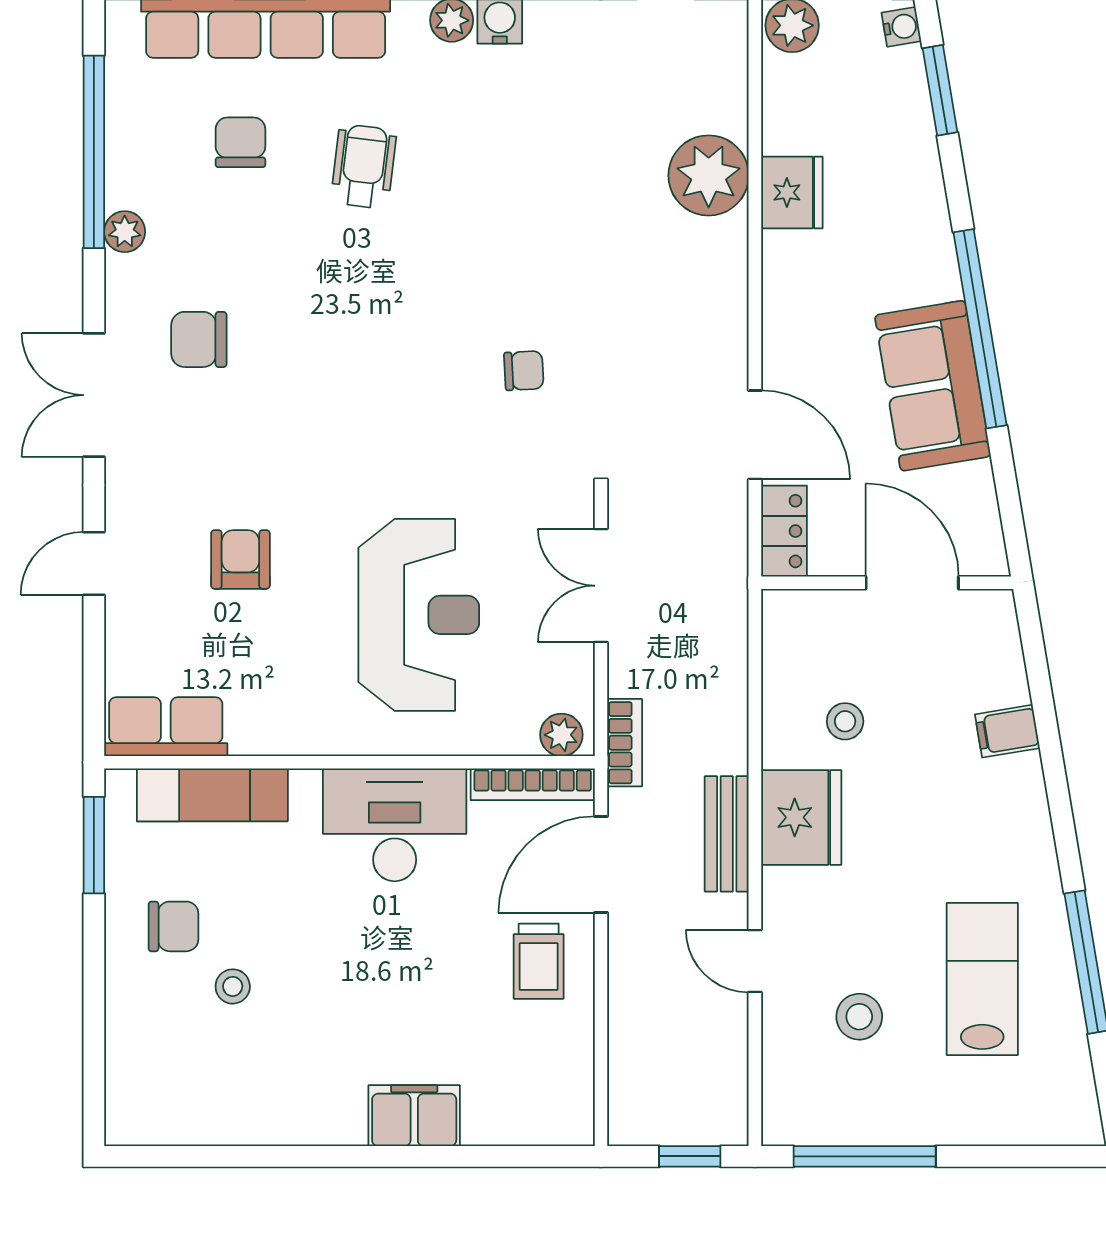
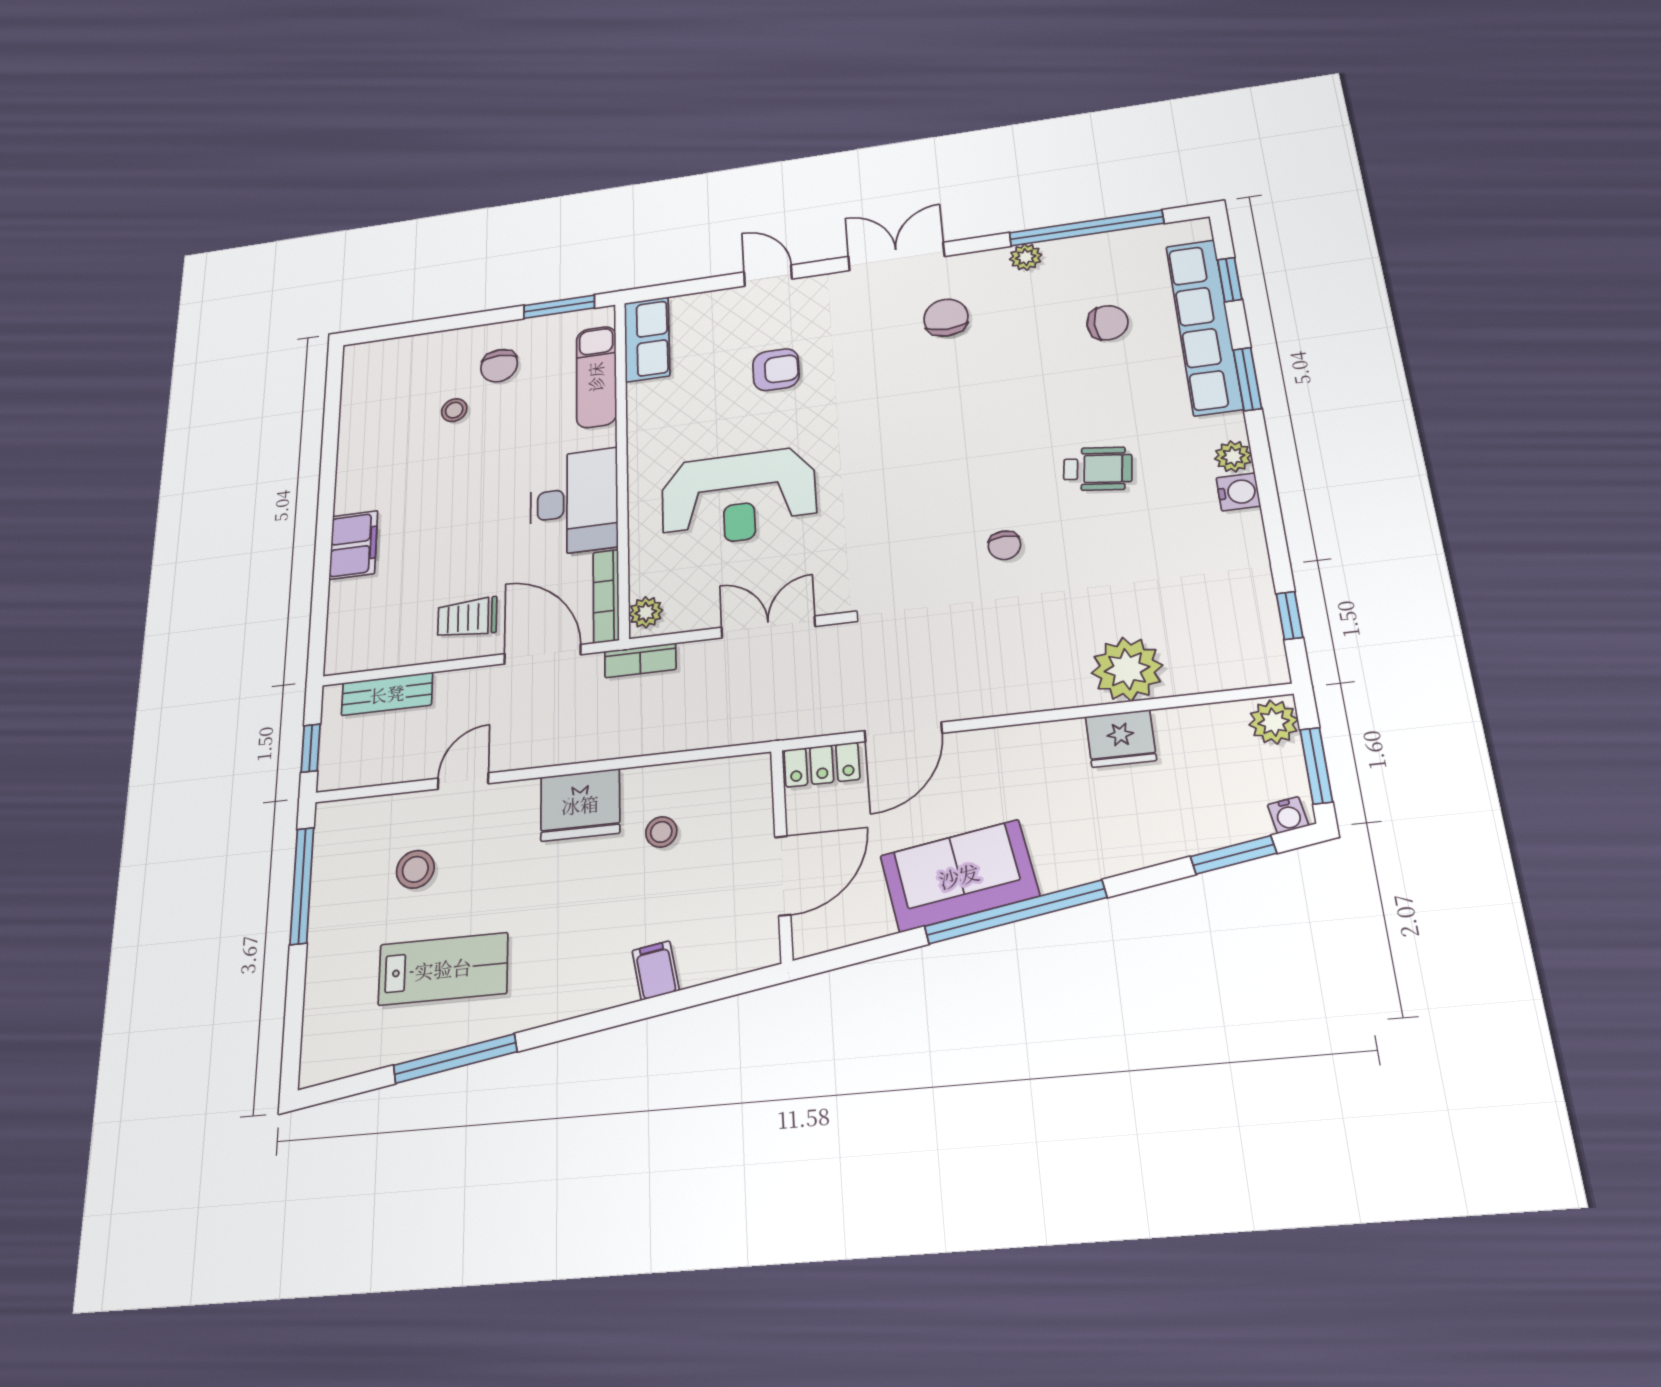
wheelchair: (364, 166) -> (1098, 469), moved
chair: (524, 371) -> (1004, 545), moved
bench: (727, 834) -> (387, 694), moved

